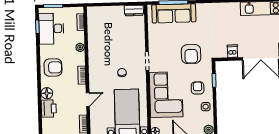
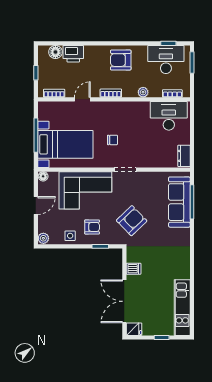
desk: (100, 25) -> (169, 116), added
armchair: (191, 54) -> (132, 221), turned 136
armchair: (53, 67) -> (121, 60), turned 90
floor lamp: (47, 93) -> (55, 52), moved
door: (88, 100) -> (82, 99), swing flipped

